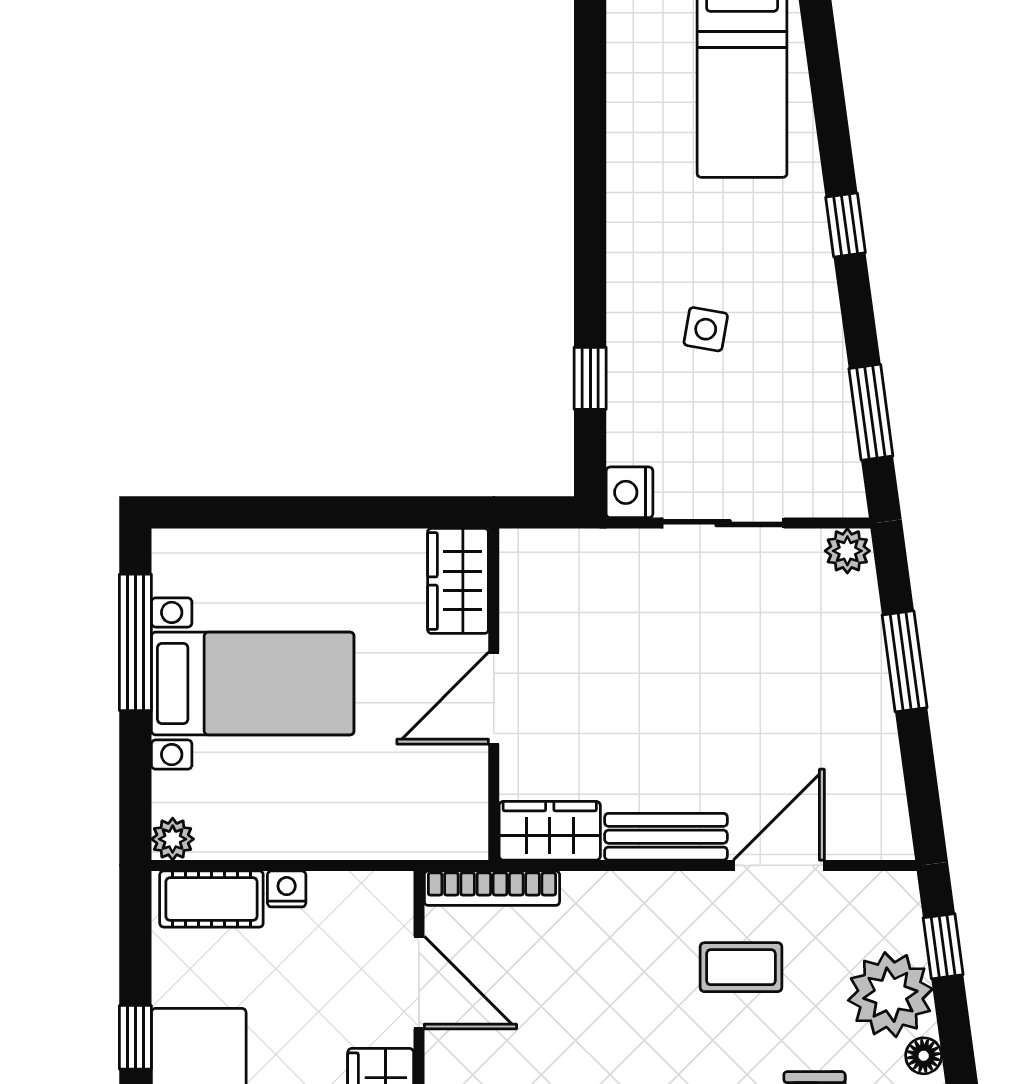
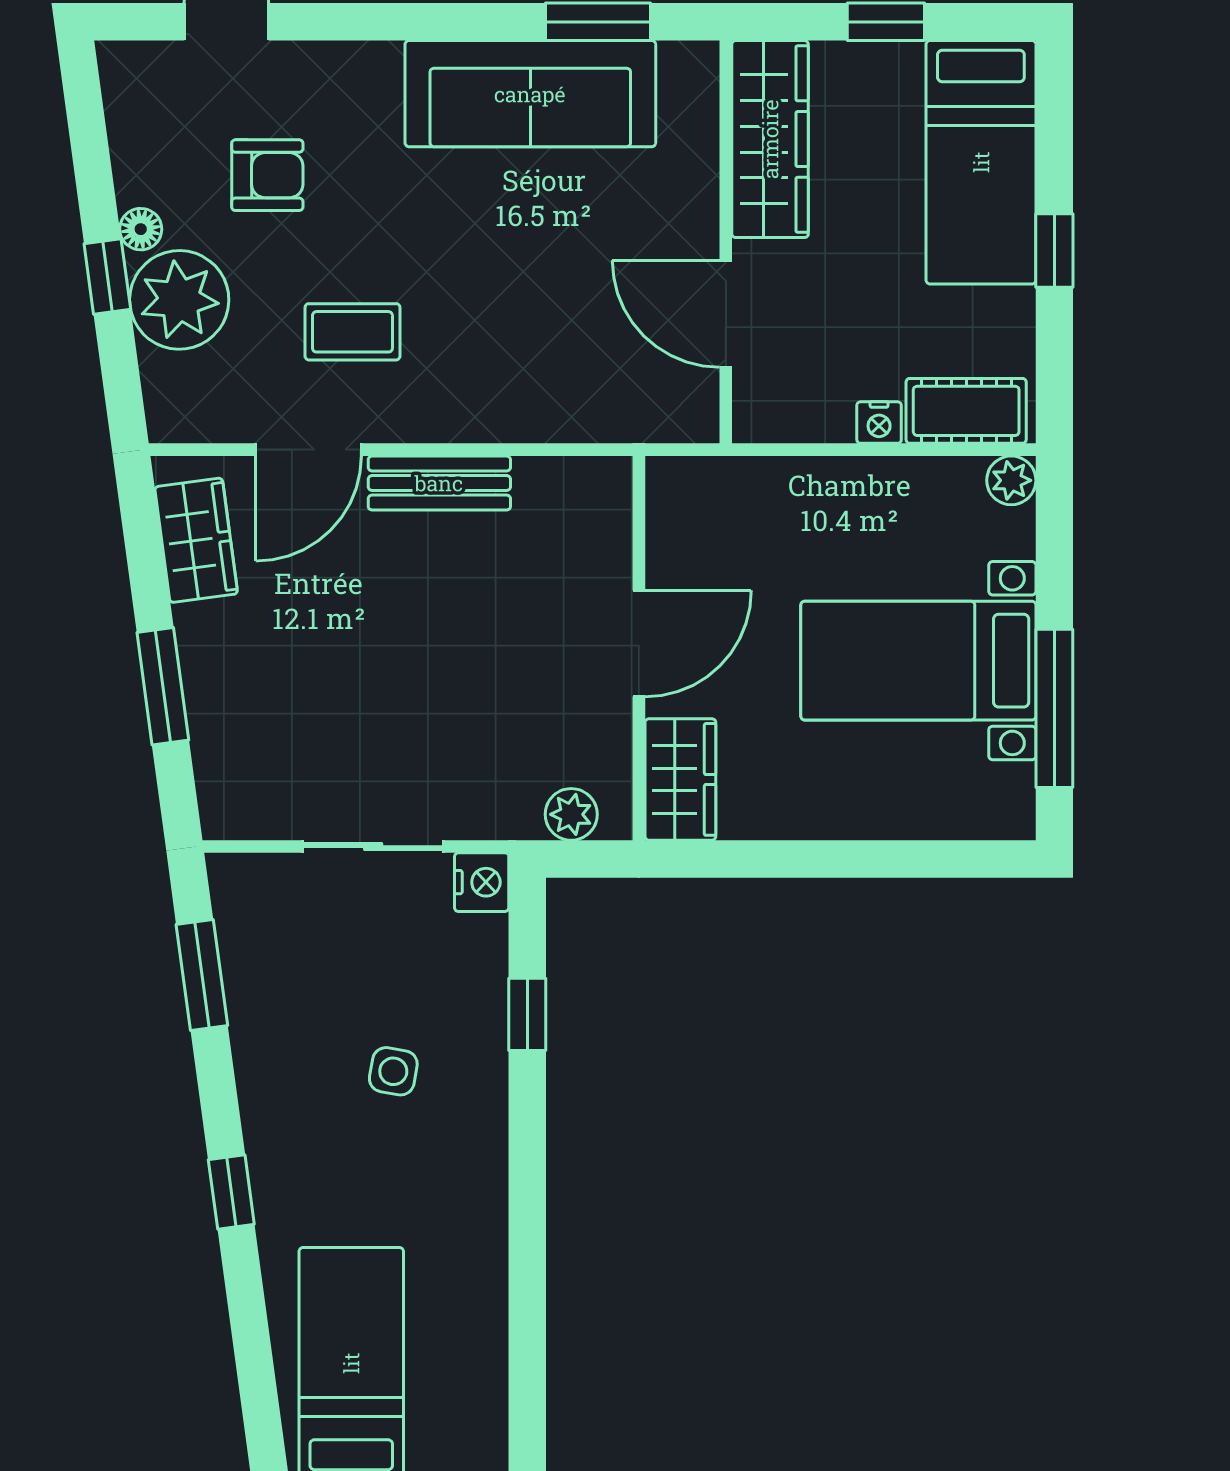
plant: (847, 551) -> (571, 814), moved
wardrobe: (550, 831) -> (196, 540), moved, turned -98
bookcase: (492, 888) -> (641, 423), removed
window: (943, 946) -> (107, 276), moved

